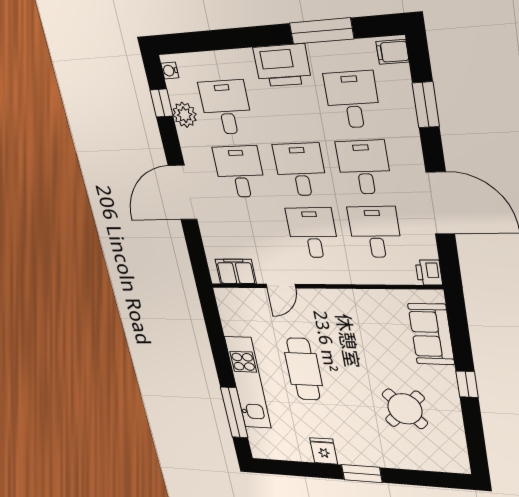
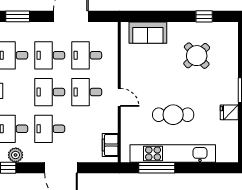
printer: (429, 272) -> (111, 28), removed
door: (281, 286) -> (119, 97), moved
kitchen unit: (248, 383) -> (173, 153), width x1.36
window: (467, 384) -> (204, 16), moved
window: (234, 413) -> (157, 168), moved

